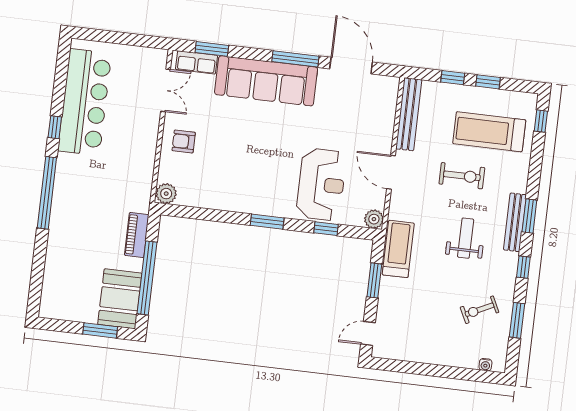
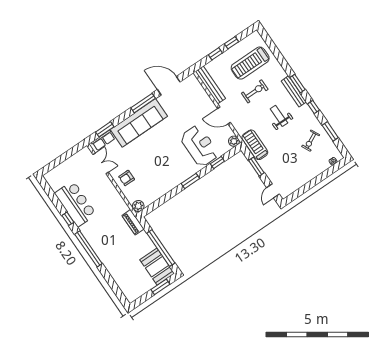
bar counter: (85, 102) -> (75, 204), width x0.73
window: (541, 121) -> (268, 40), removed
piano: (137, 235) -> (133, 222), moved

